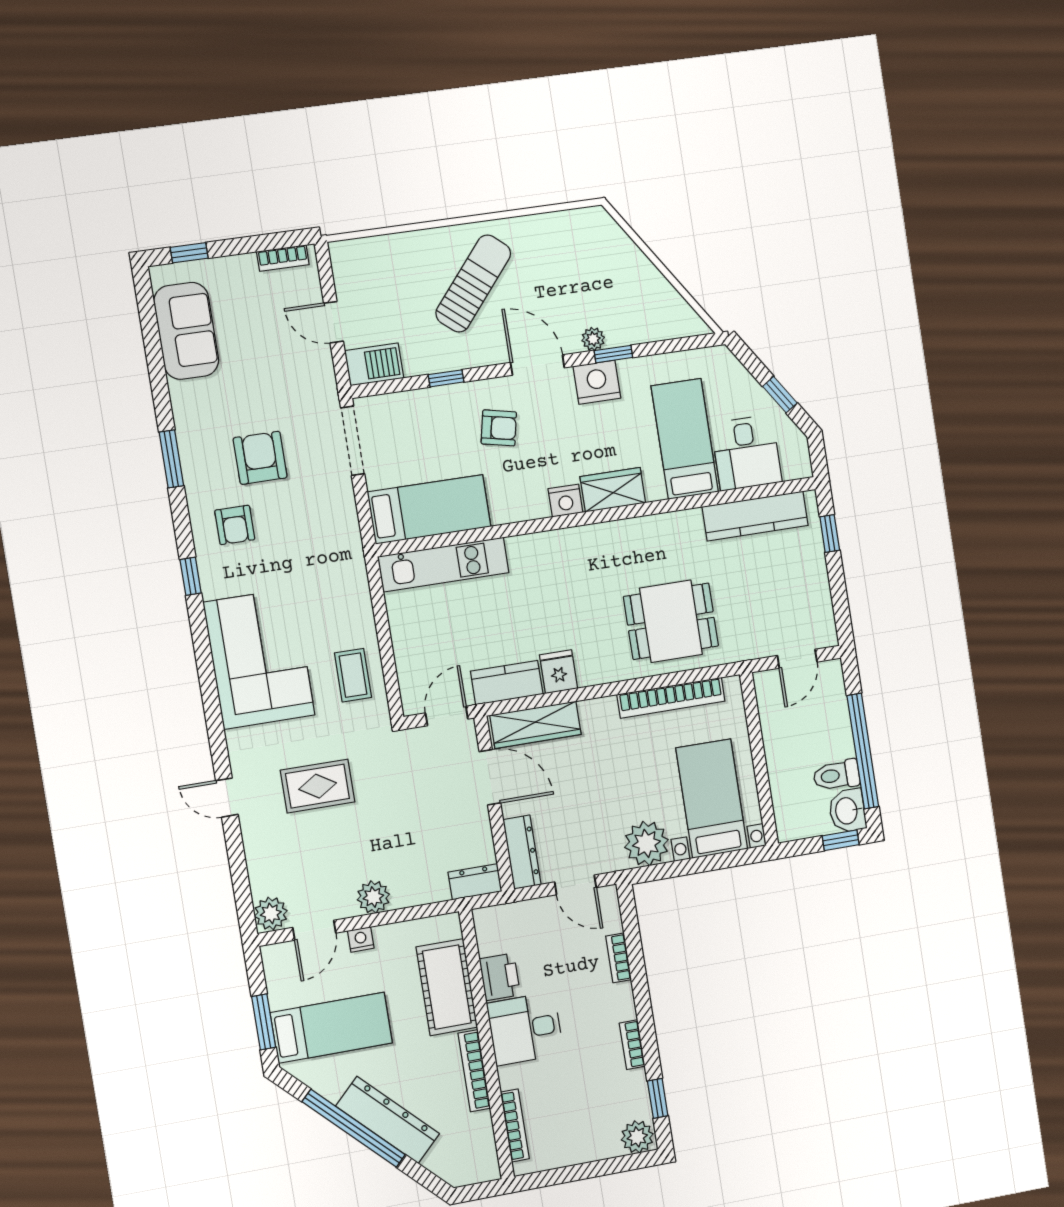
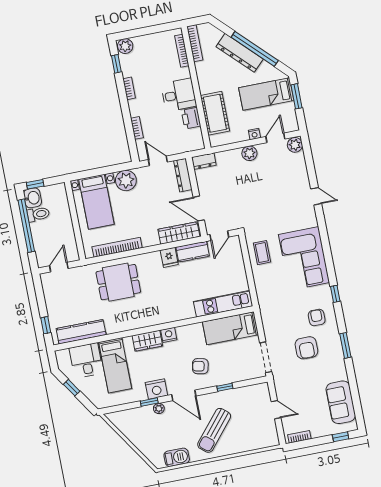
barbecue: (374, 364) -> (177, 457), moved, turned 180
rug: (318, 786) -> (276, 202), removed
bookcase: (474, 1071) -> (195, 43), moved

